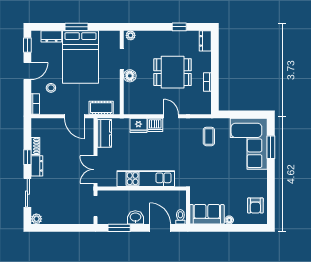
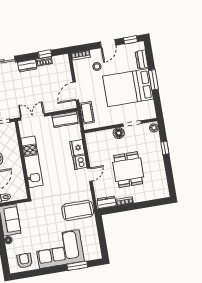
window: (179, 27) -> (165, 148), moved
dresser: (205, 41) -> (106, 202), moved
door: (27, 71) -> (108, 44), hinge flipped
coffee table: (209, 136) -> (78, 210), width x1.86, depth x1.72
corner sofa: (249, 144) -> (59, 249), moved
window: (27, 157) -> (45, 54), moved
armchair: (255, 206) -> (25, 261), turned 90

